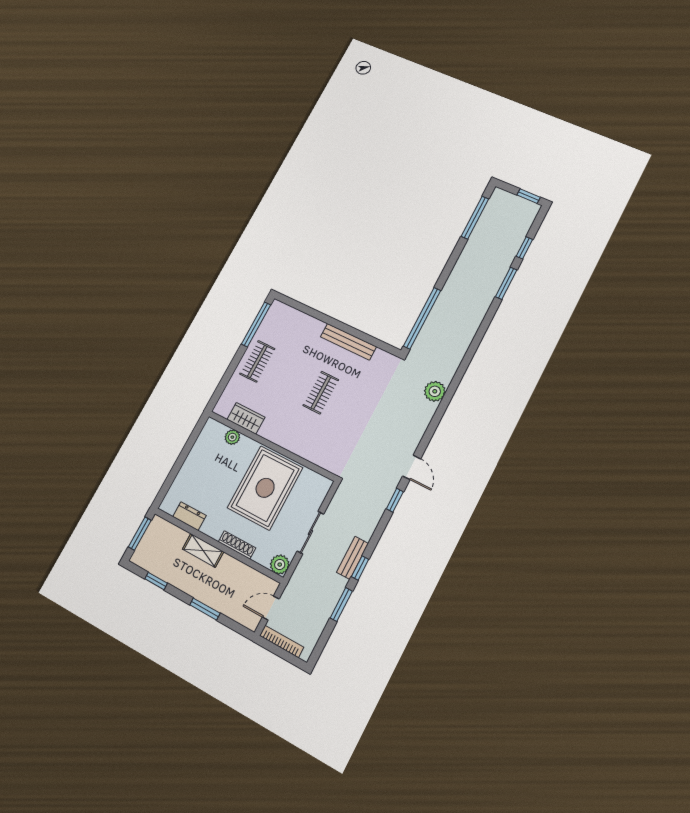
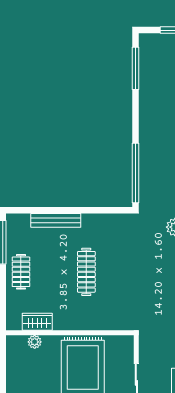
bench: (348, 342) -> (56, 220), moved
clothes rail: (321, 393) -> (86, 272), width x1.36

